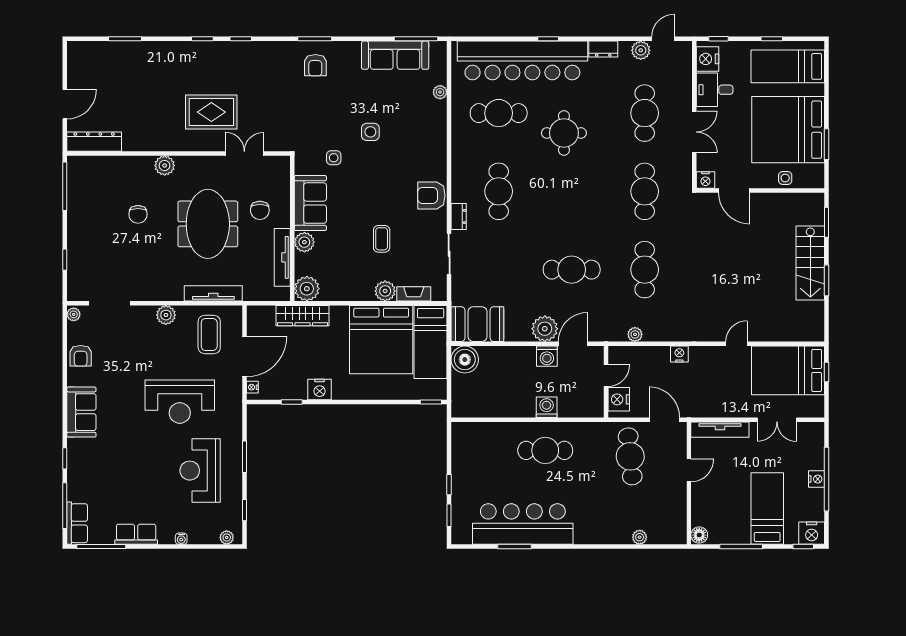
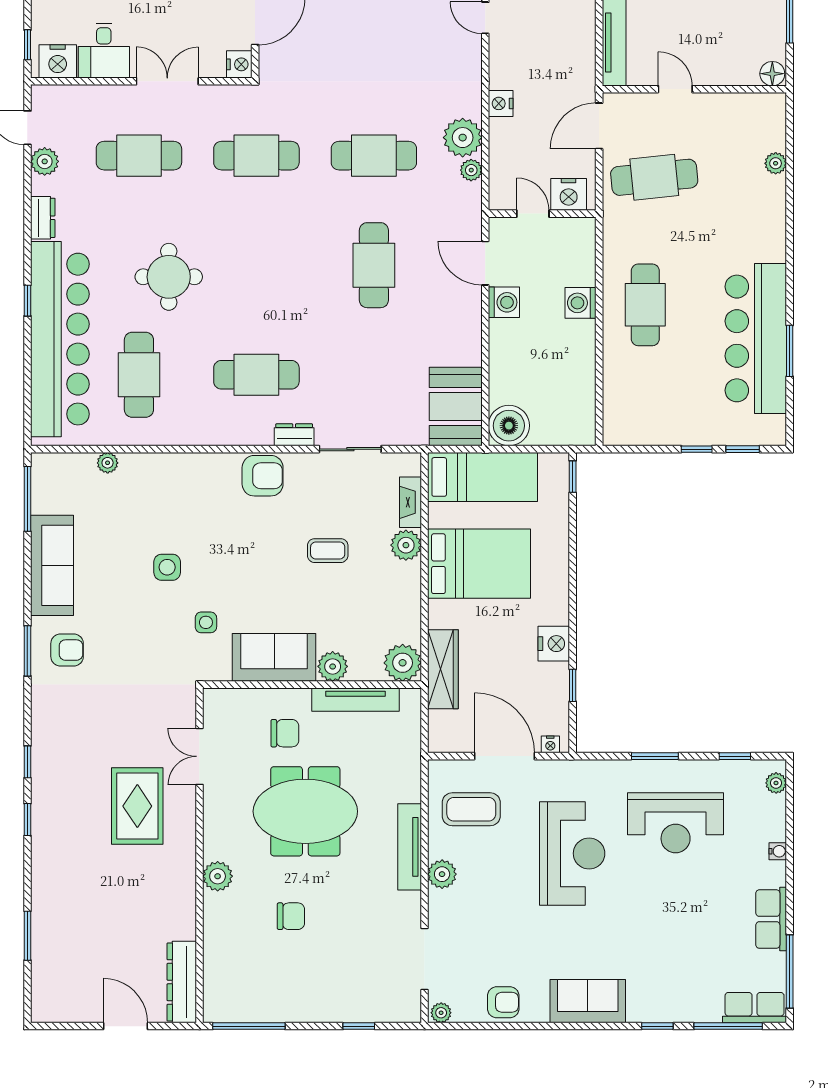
sofa: (395, 55) -> (52, 565), moved
armchair: (431, 195) -> (263, 476), turned -90
tv unit: (213, 293) -> (410, 847), moved
plant: (545, 329) -> (463, 138), moved
bed: (381, 340) -> (479, 564), width x0.73

